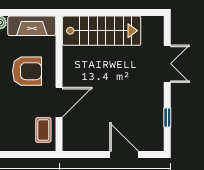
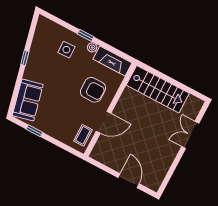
double door: (167, 64) -> (190, 135), swing flipped
window: (167, 117) -> (171, 171), removed

